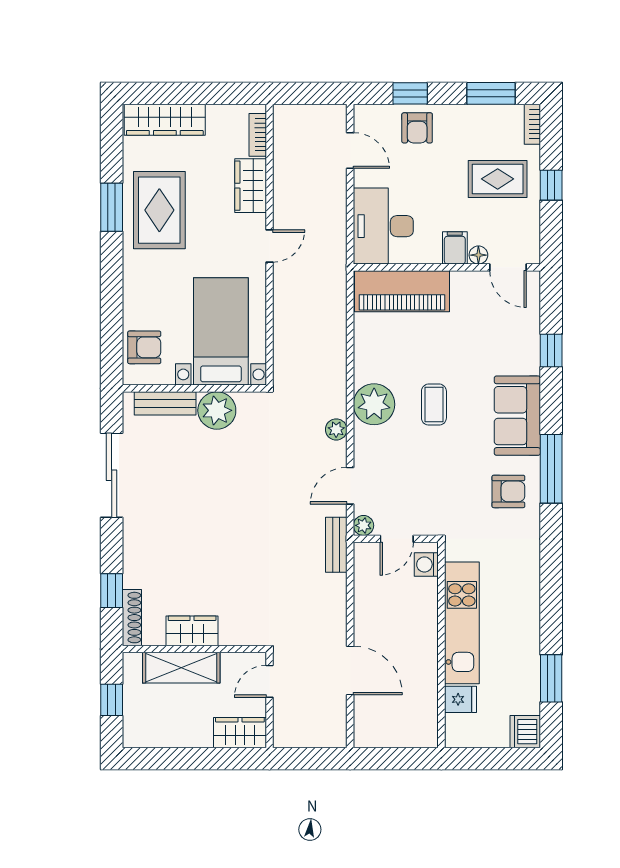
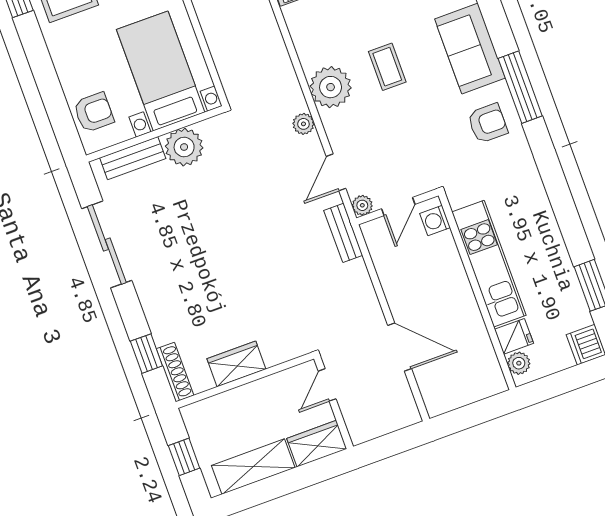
shelving: (181, 668) -> (253, 467), moved
plant: (456, 726) -> (519, 363), added

